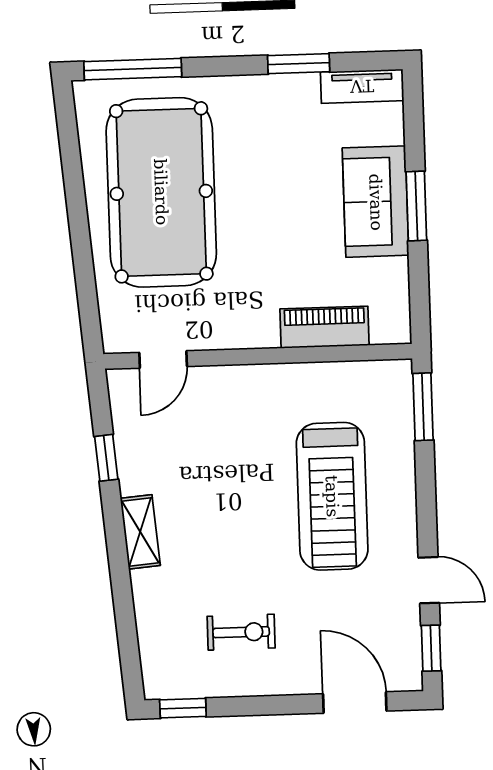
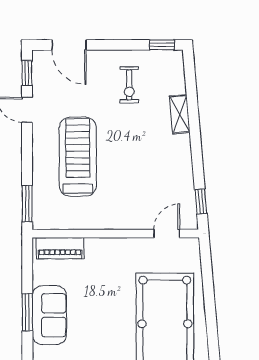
piano: (325, 327) -> (60, 248), moved
window: (106, 458) -> (201, 202), moved
shelving: (140, 532) -> (180, 114), moved
exercise bike: (241, 632) -> (129, 85), turned -90

